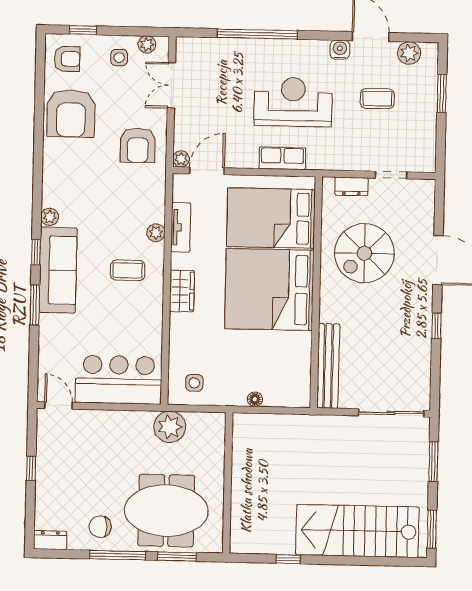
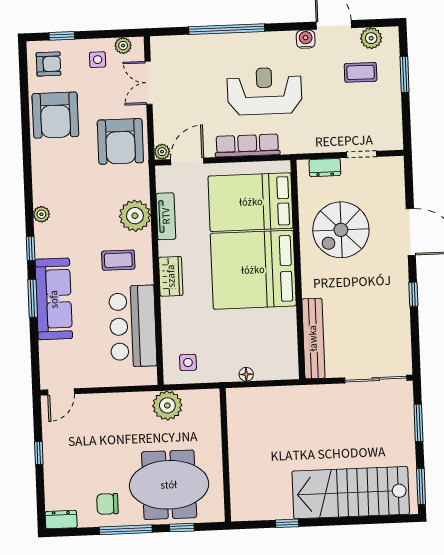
coffee table: (377, 99) -> (361, 72), moved
armchair: (138, 145) -> (120, 141), width x1.36, depth x1.36
row of seats: (282, 158) -> (247, 145), width x1.48
plant: (156, 233) -> (135, 216), width x1.87, depth x1.87
sofa: (58, 270) -> (54, 299), moved
bar counter: (119, 380) -> (133, 326), moved, turned -90
door: (59, 405) -> (61, 392), swing flipped
window: (177, 557) -> (182, 528), width x0.67

